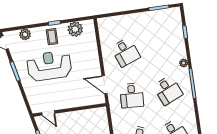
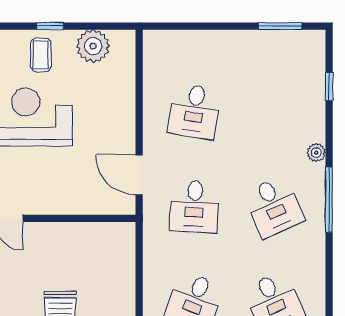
desk: (126, 52) -> (194, 111), turned 30

